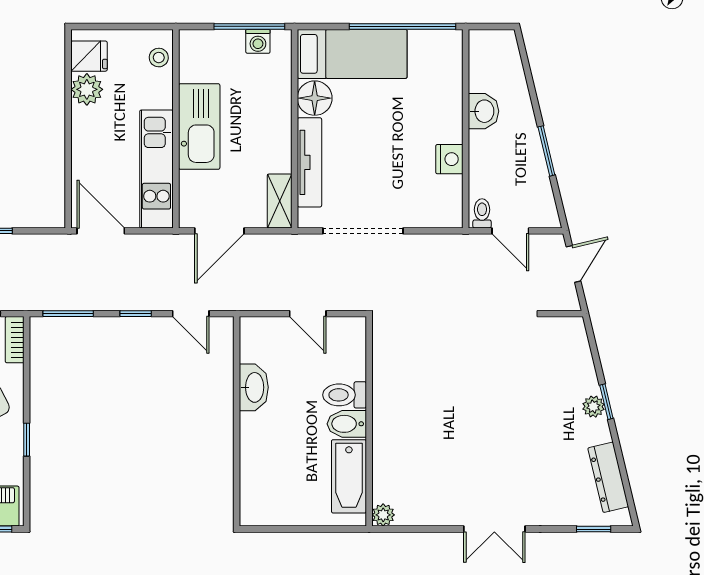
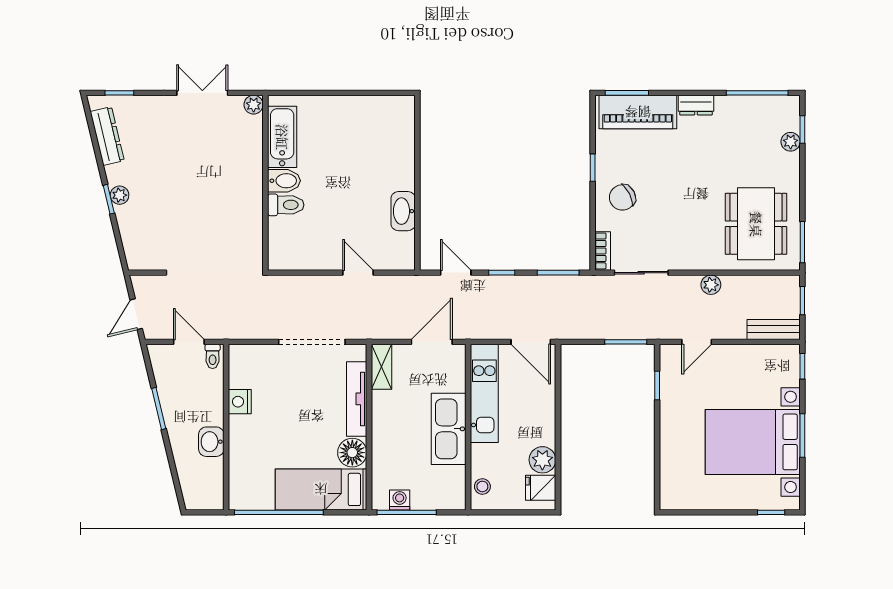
toilet: (345, 395) -> (286, 205), moved
wall: (369, 421) -> (265, 183), moved
bidet: (347, 424) -> (284, 181), moved
bathtub: (349, 476) -> (282, 137), moved
plant: (383, 515) -> (254, 105), moved

